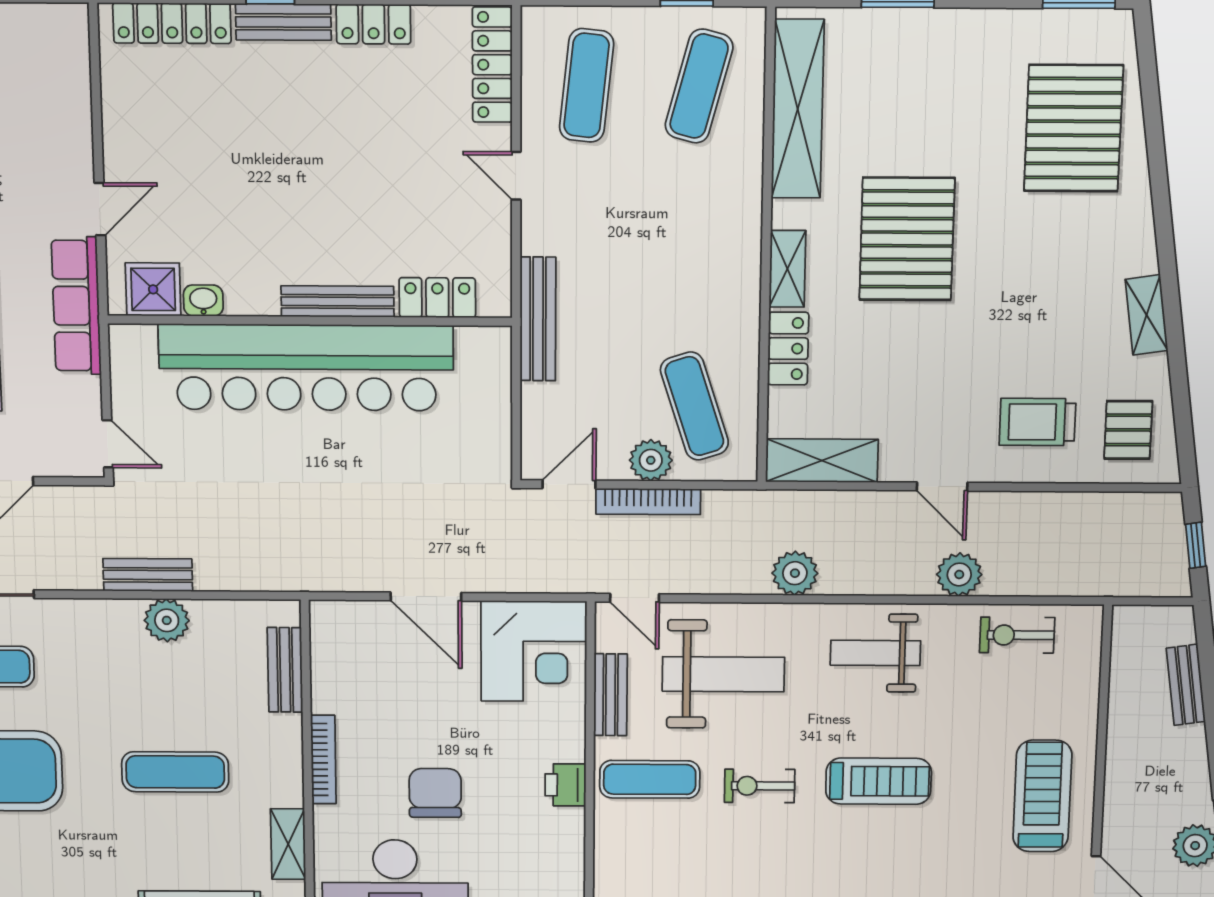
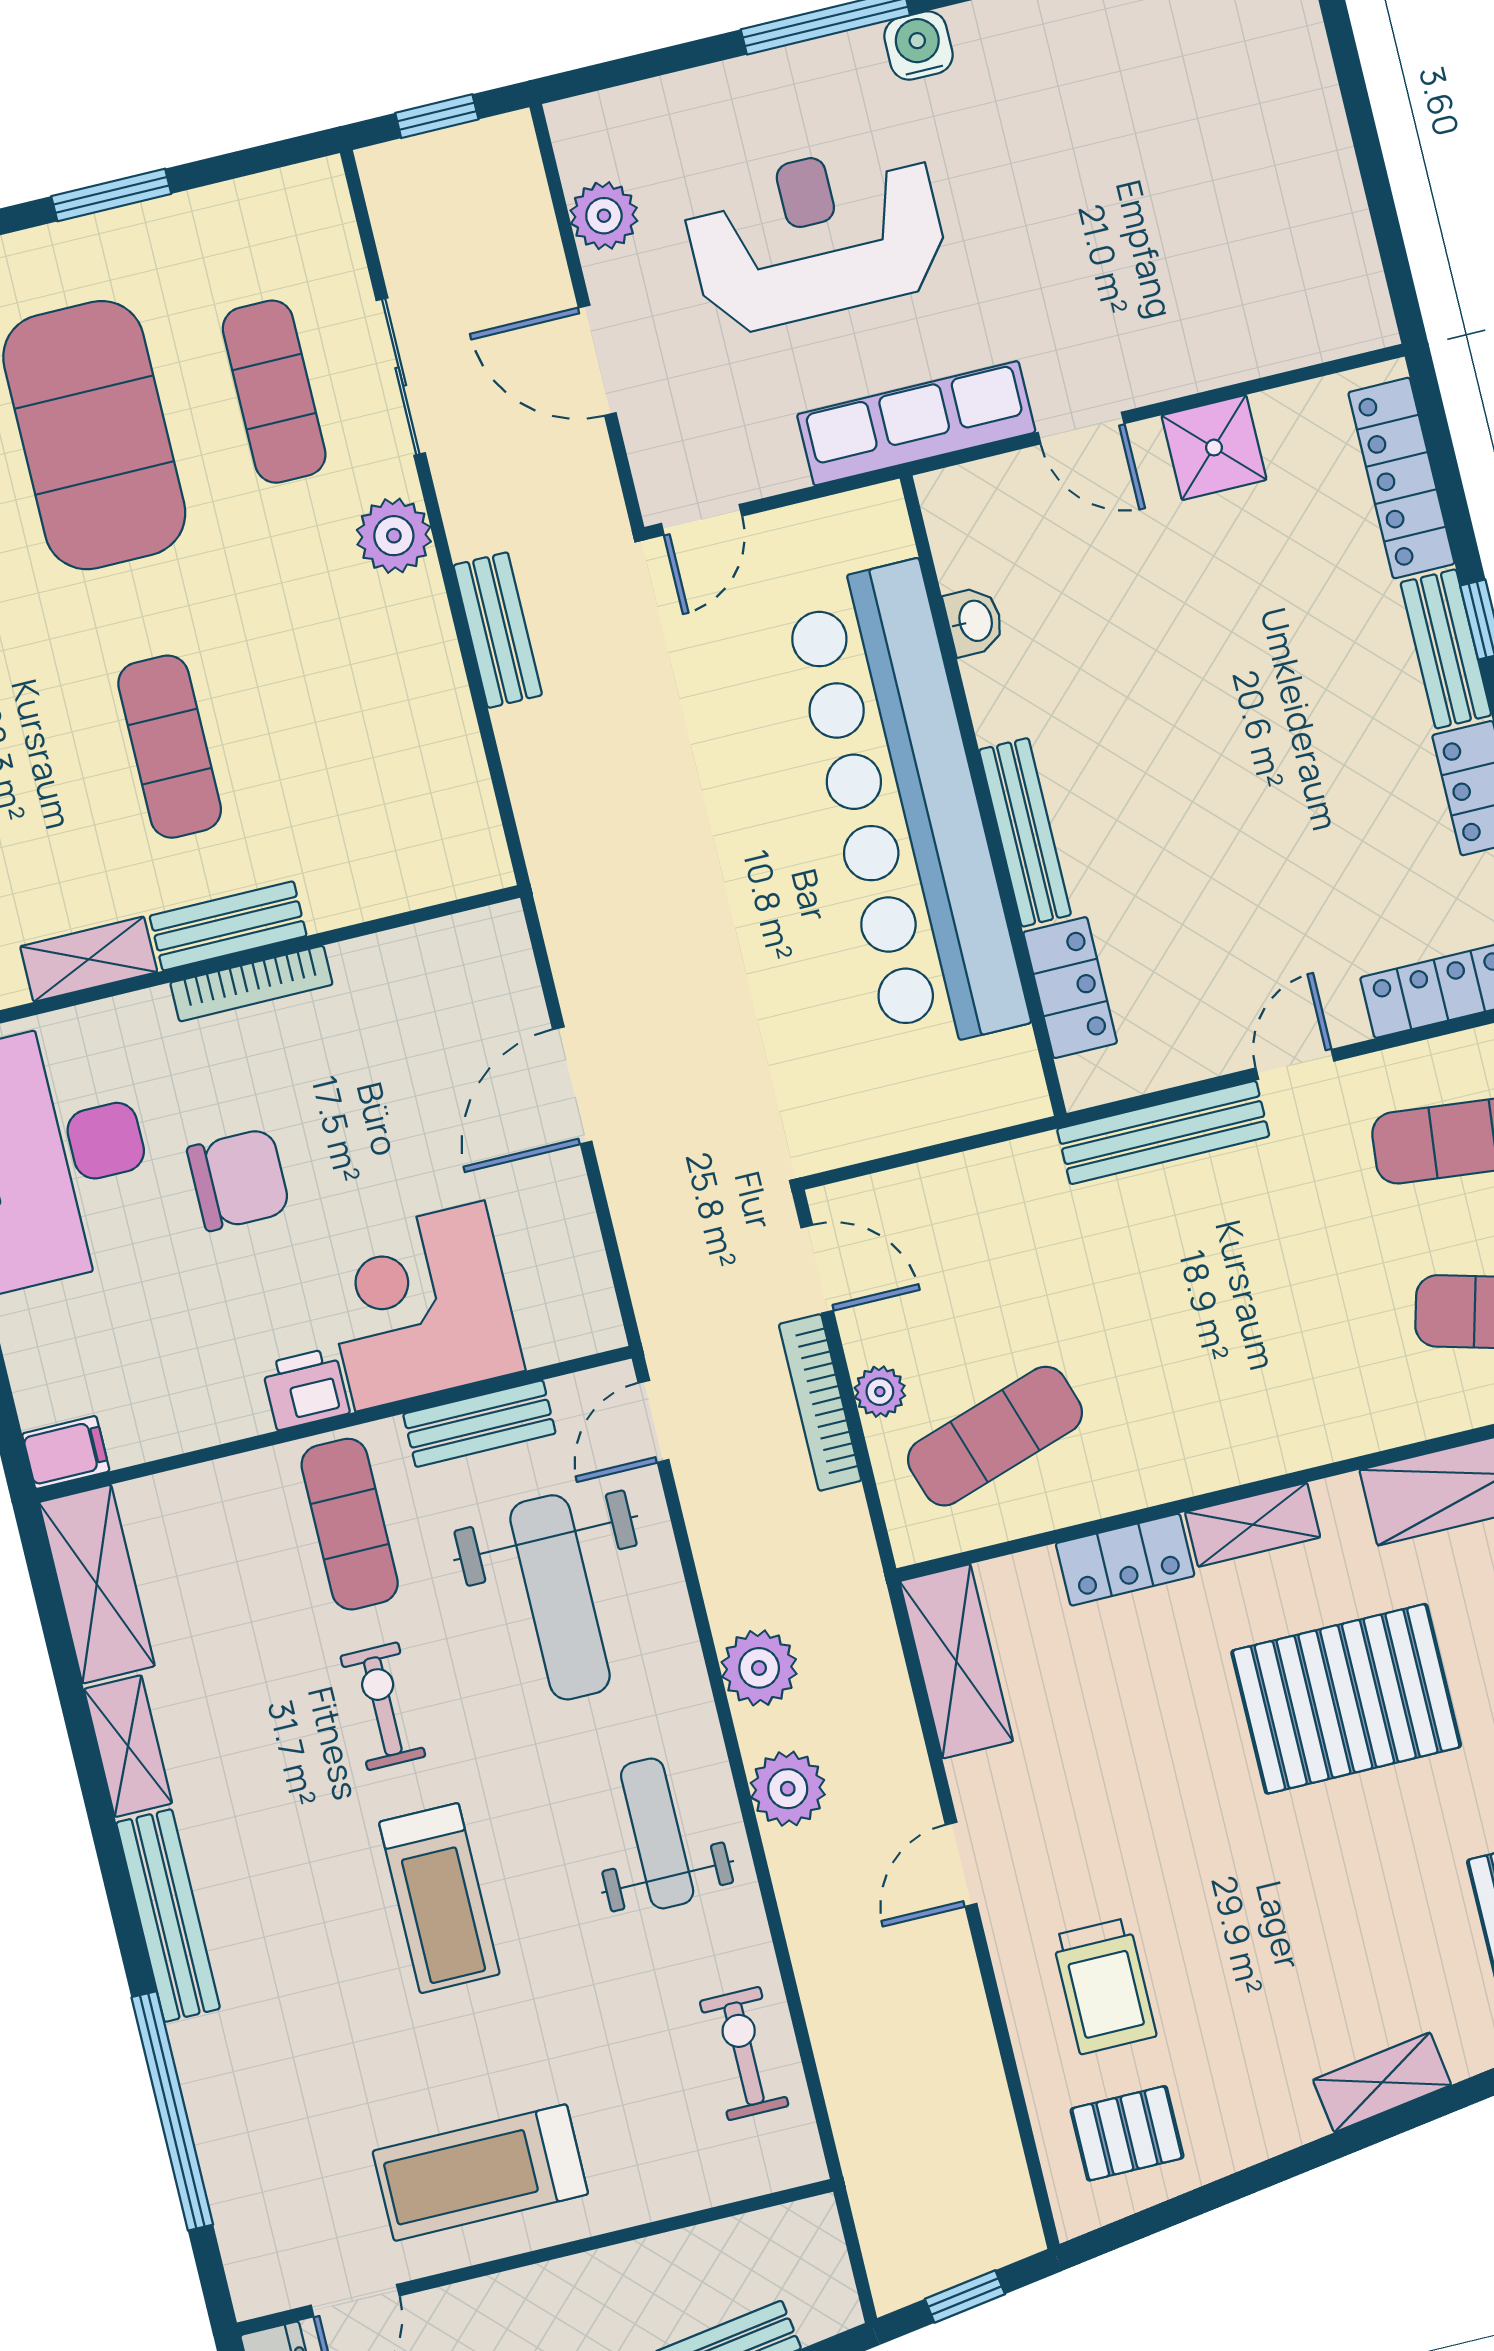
shower: (153, 289) -> (1214, 448), moved
shelving: (1147, 315) -> (1382, 2082), moved
bench: (538, 319) -> (1163, 1133), moved
trolley: (1038, 422) -> (1104, 1986), turned 180
plant: (651, 460) -> (880, 1392), width x0.73, depth x0.73
plant: (959, 574) -> (788, 1789), moved
plant: (167, 620) -> (394, 536), moved
corner desk: (534, 651) -> (420, 1306), moved, turned 90
bench: (285, 670) -> (228, 926), moved
treadmill: (1042, 796) -> (480, 2173), turned 180

